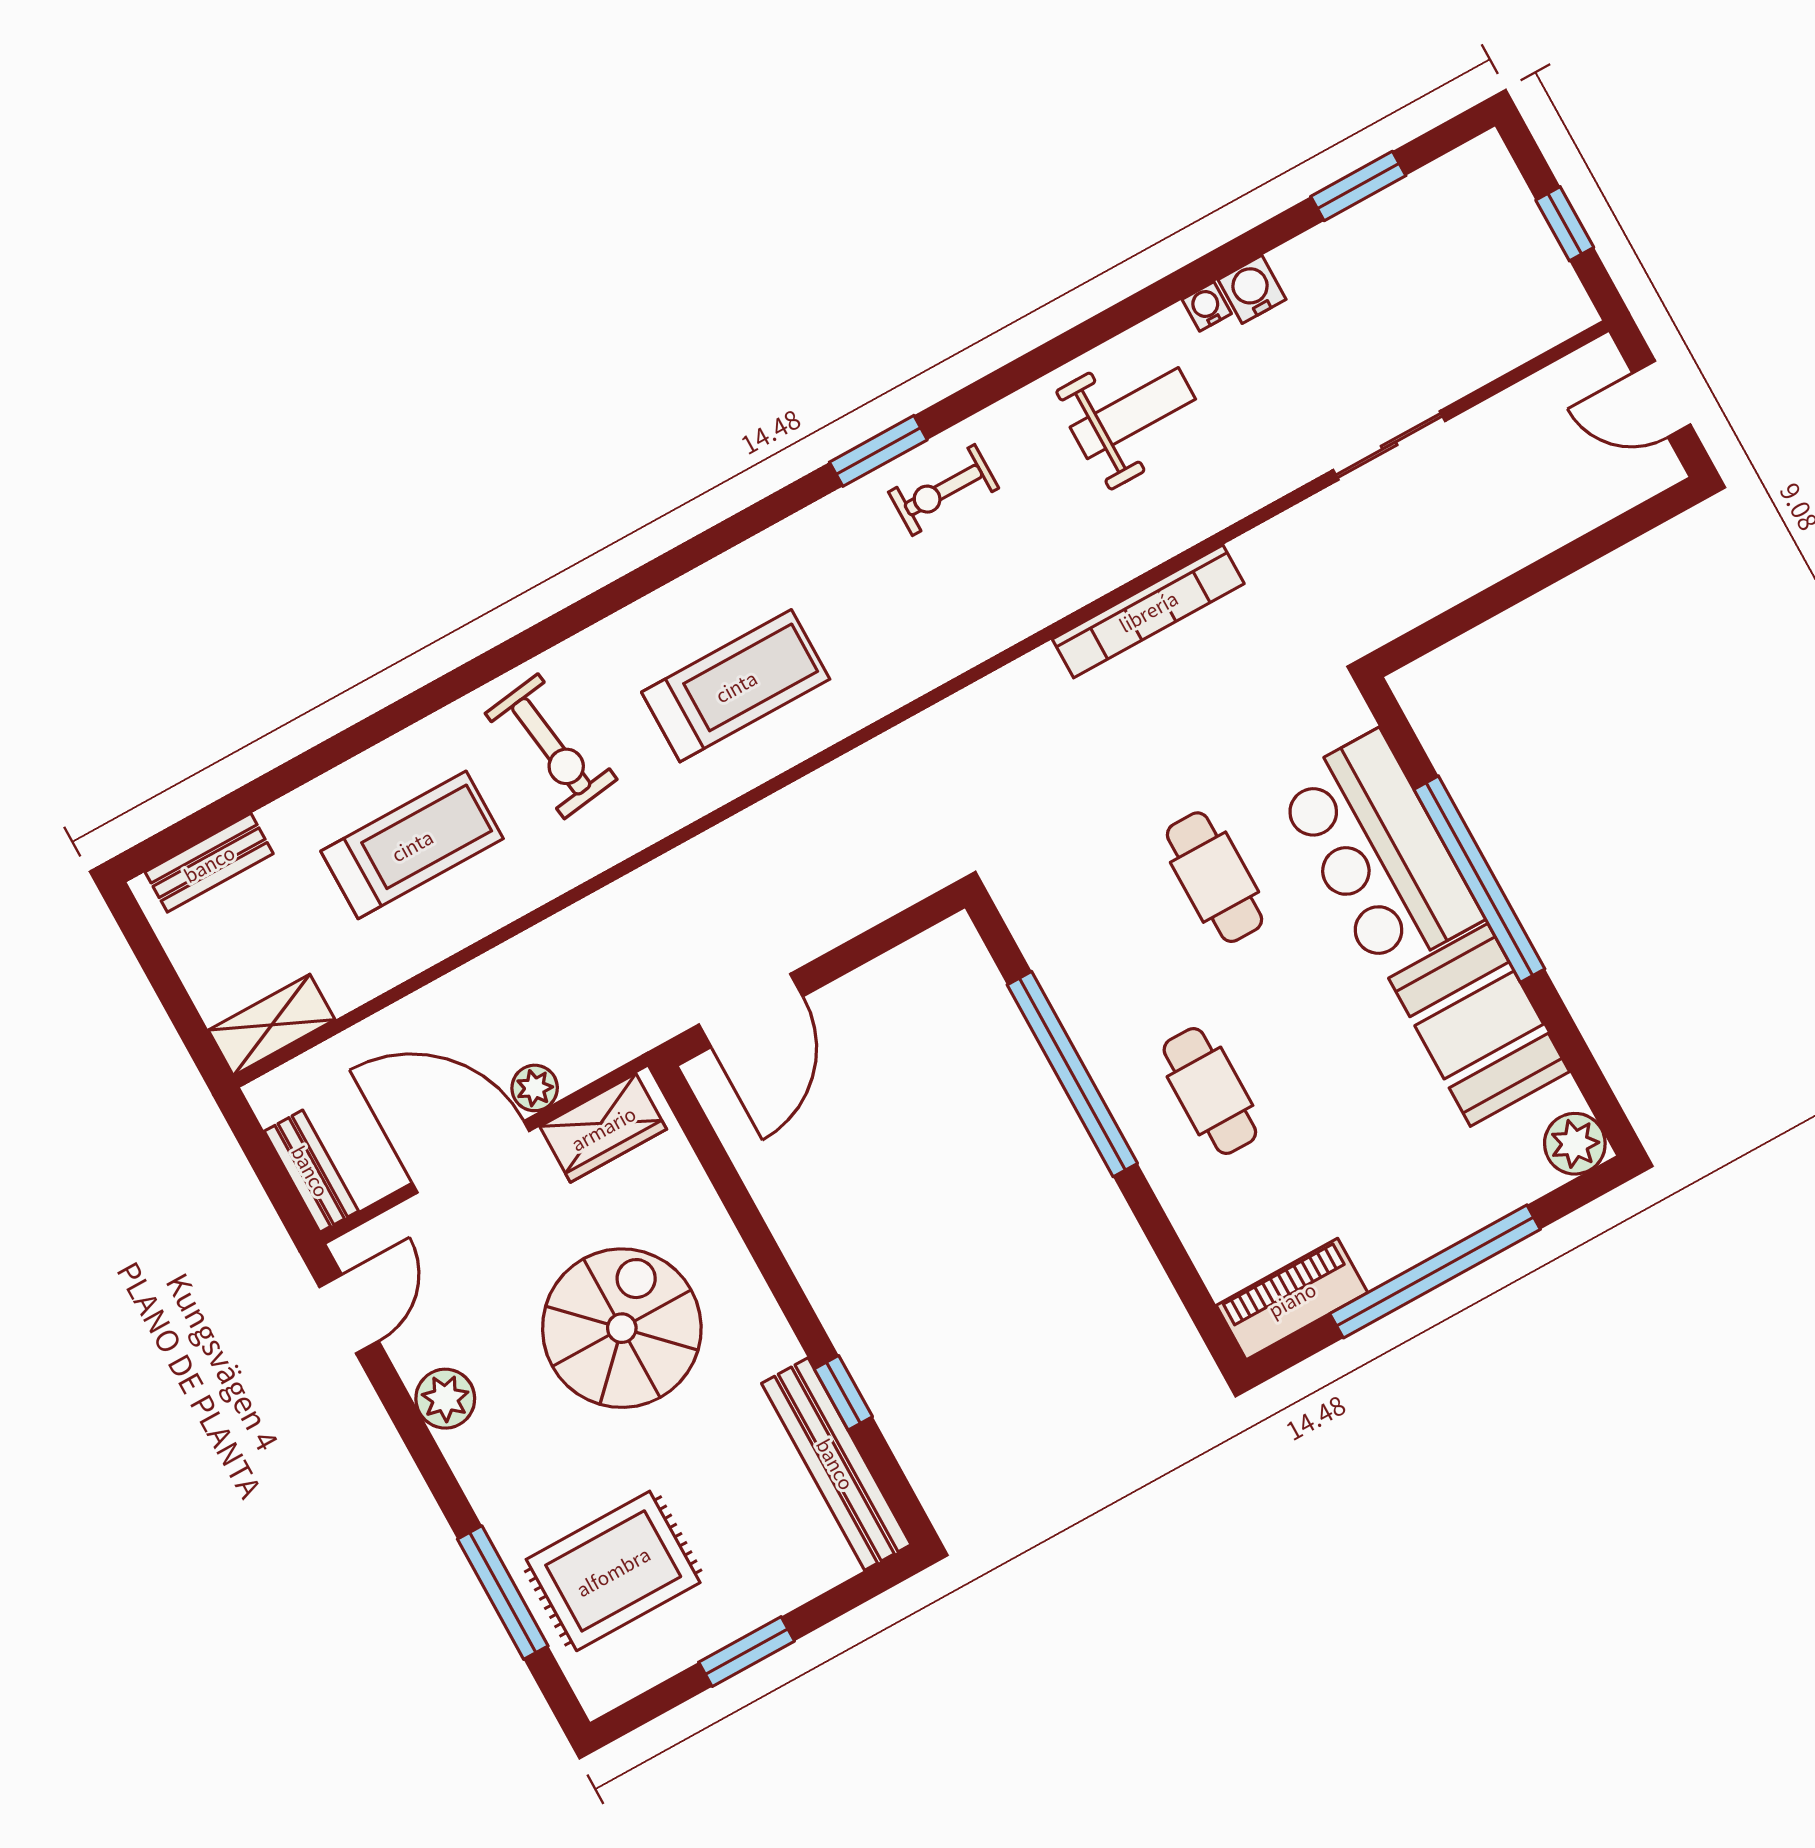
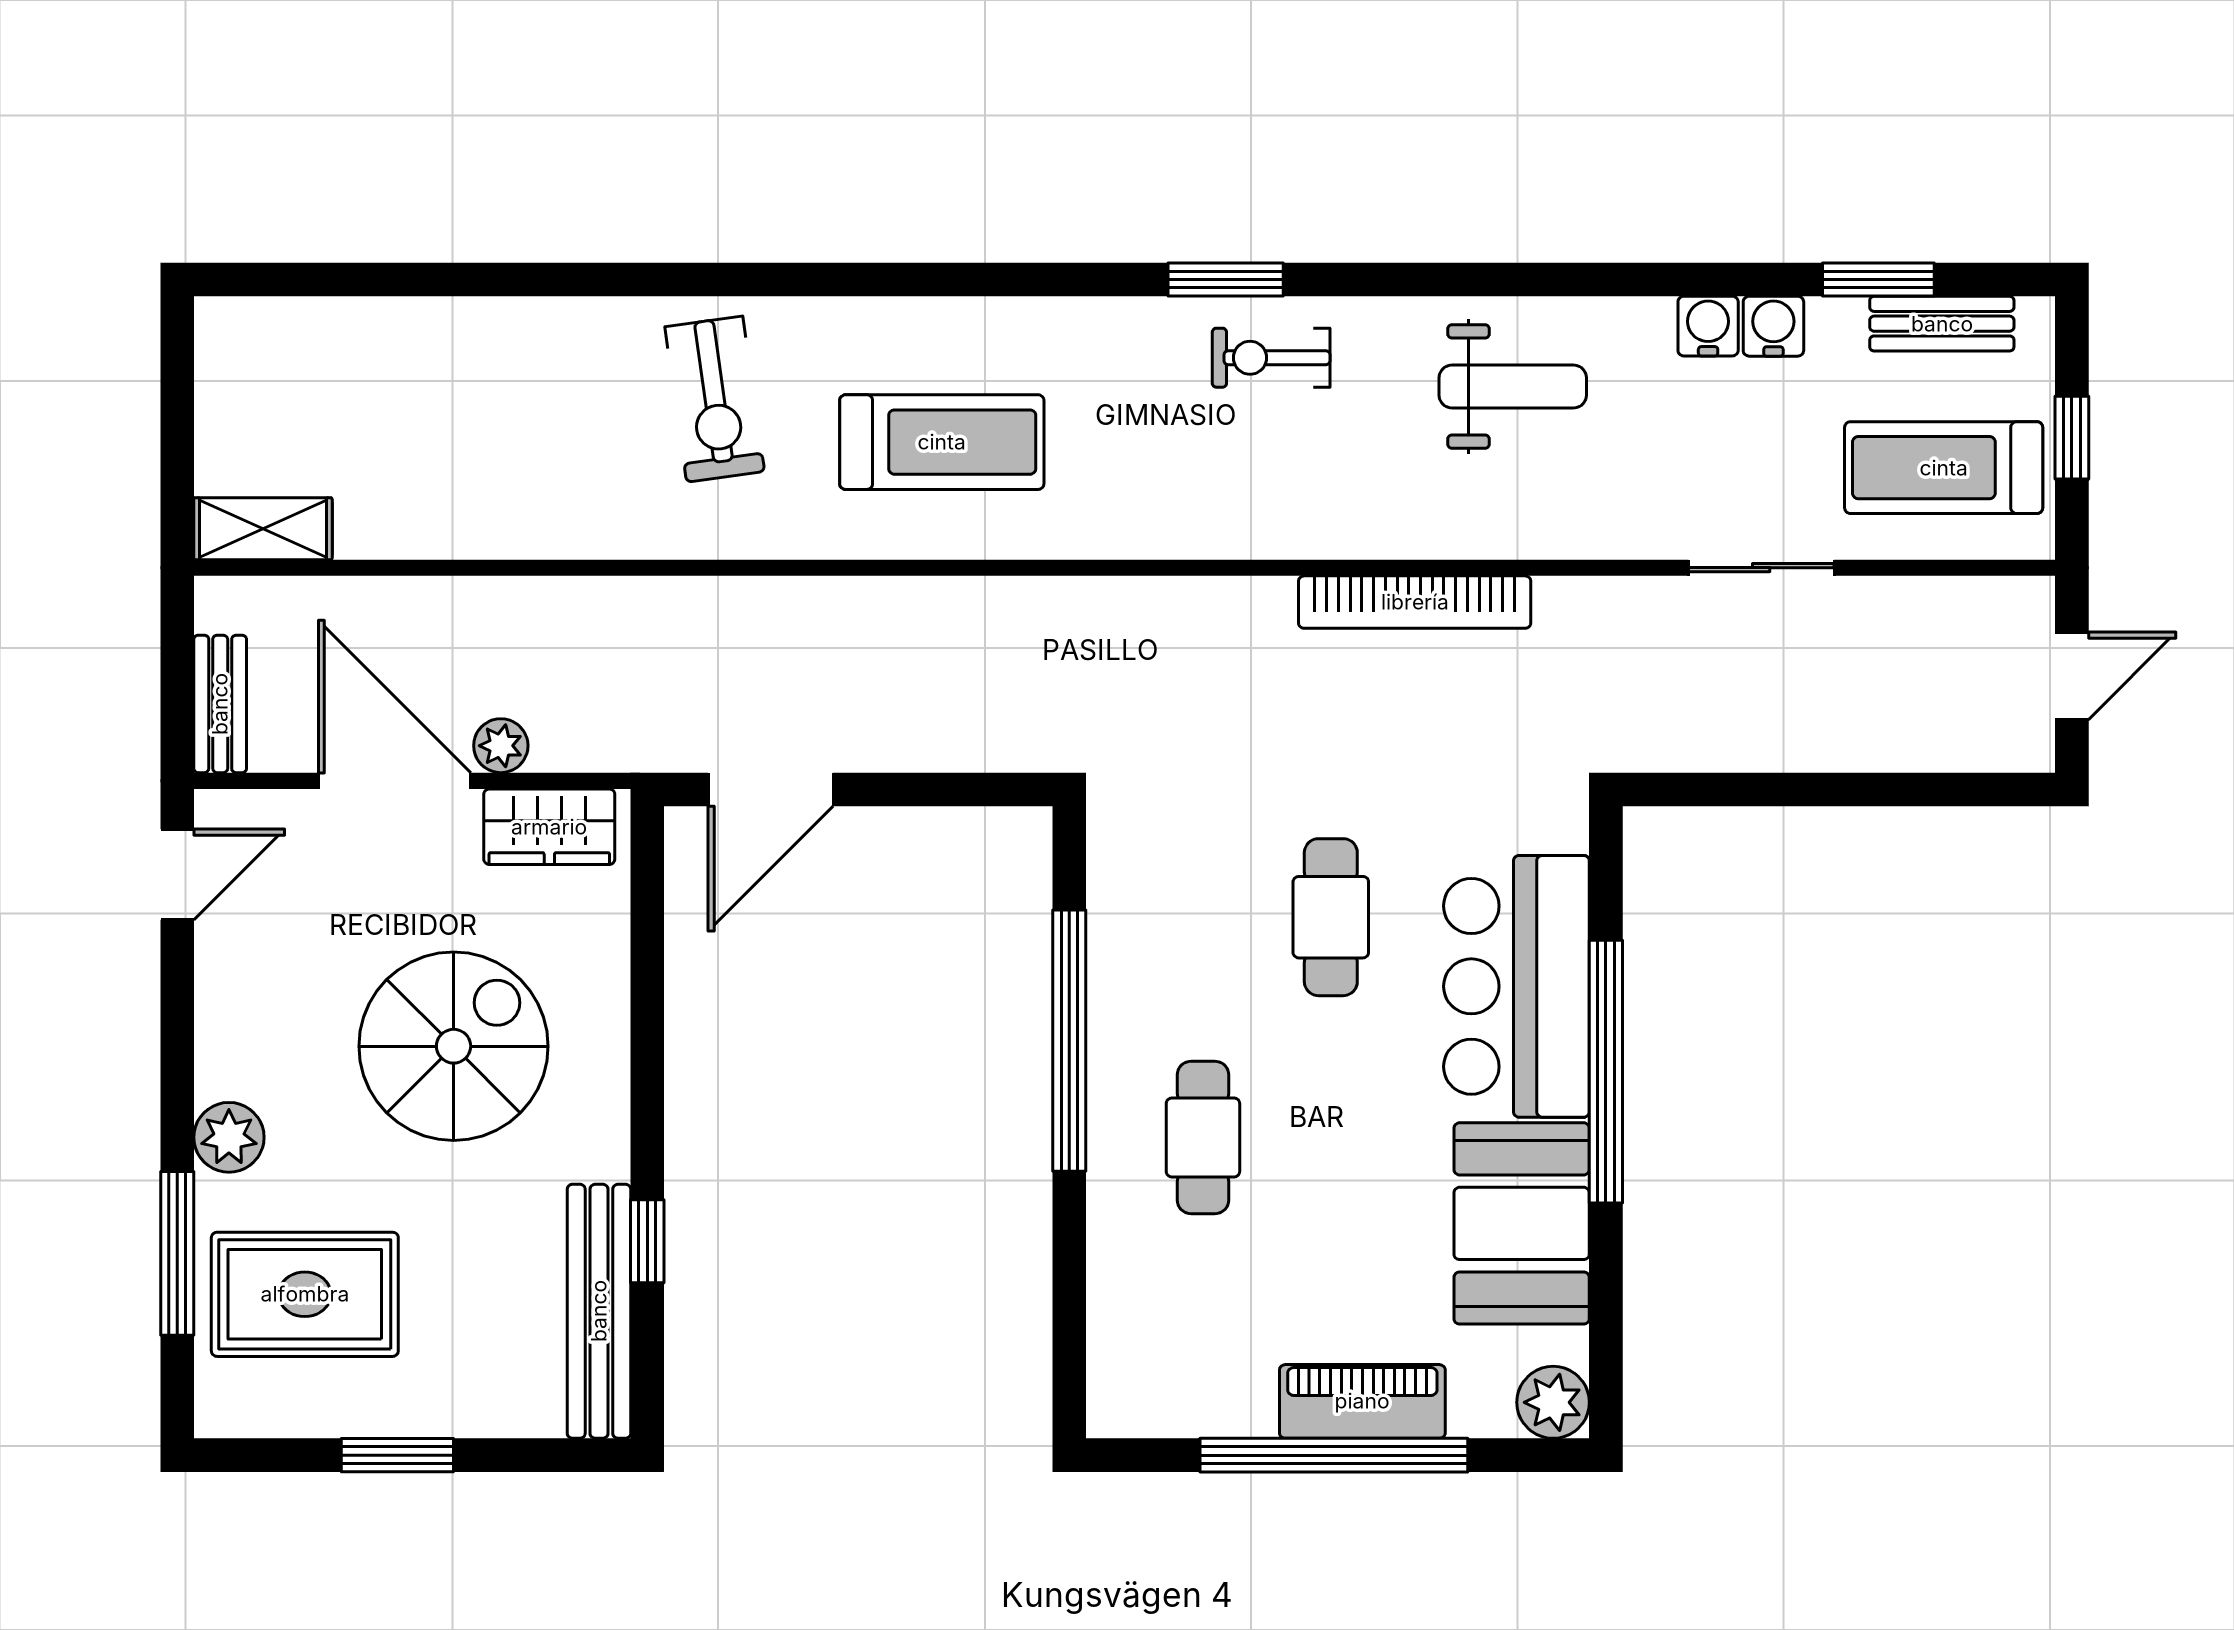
water cooler: (1207, 307) -> (1773, 326), moved, width x1.38, depth x1.38
door: (1661, 399) -> (2072, 676), swing flipped
treadmill: (412, 845) -> (1944, 468), moved, turned 180
bench: (209, 863) -> (1942, 324), moved
piano: (1292, 1299) -> (1362, 1401), moved
plant: (445, 1399) -> (229, 1137), moved

